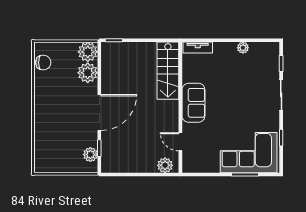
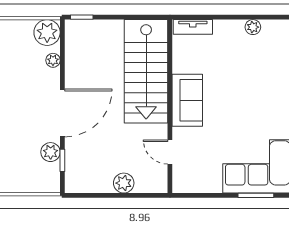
stairs: (168, 71) -> (146, 71), width x1.36, depth x1.51
plant: (88, 73) -> (53, 60), width x0.53, depth x0.53
plant: (90, 155) -> (51, 152), moved
plant: (165, 165) -> (124, 183), moved

